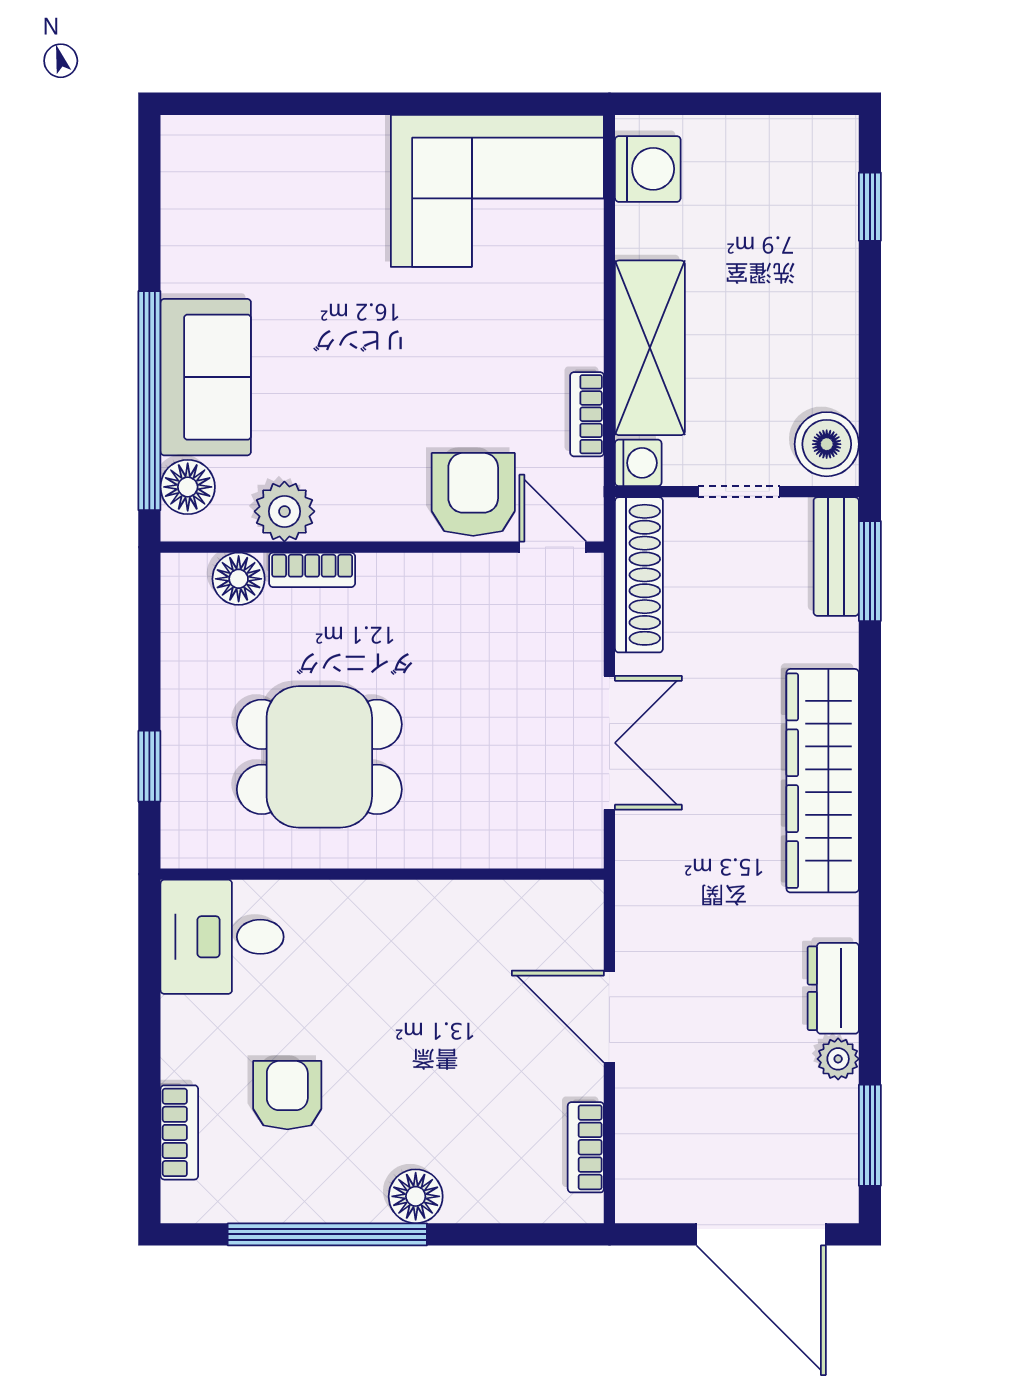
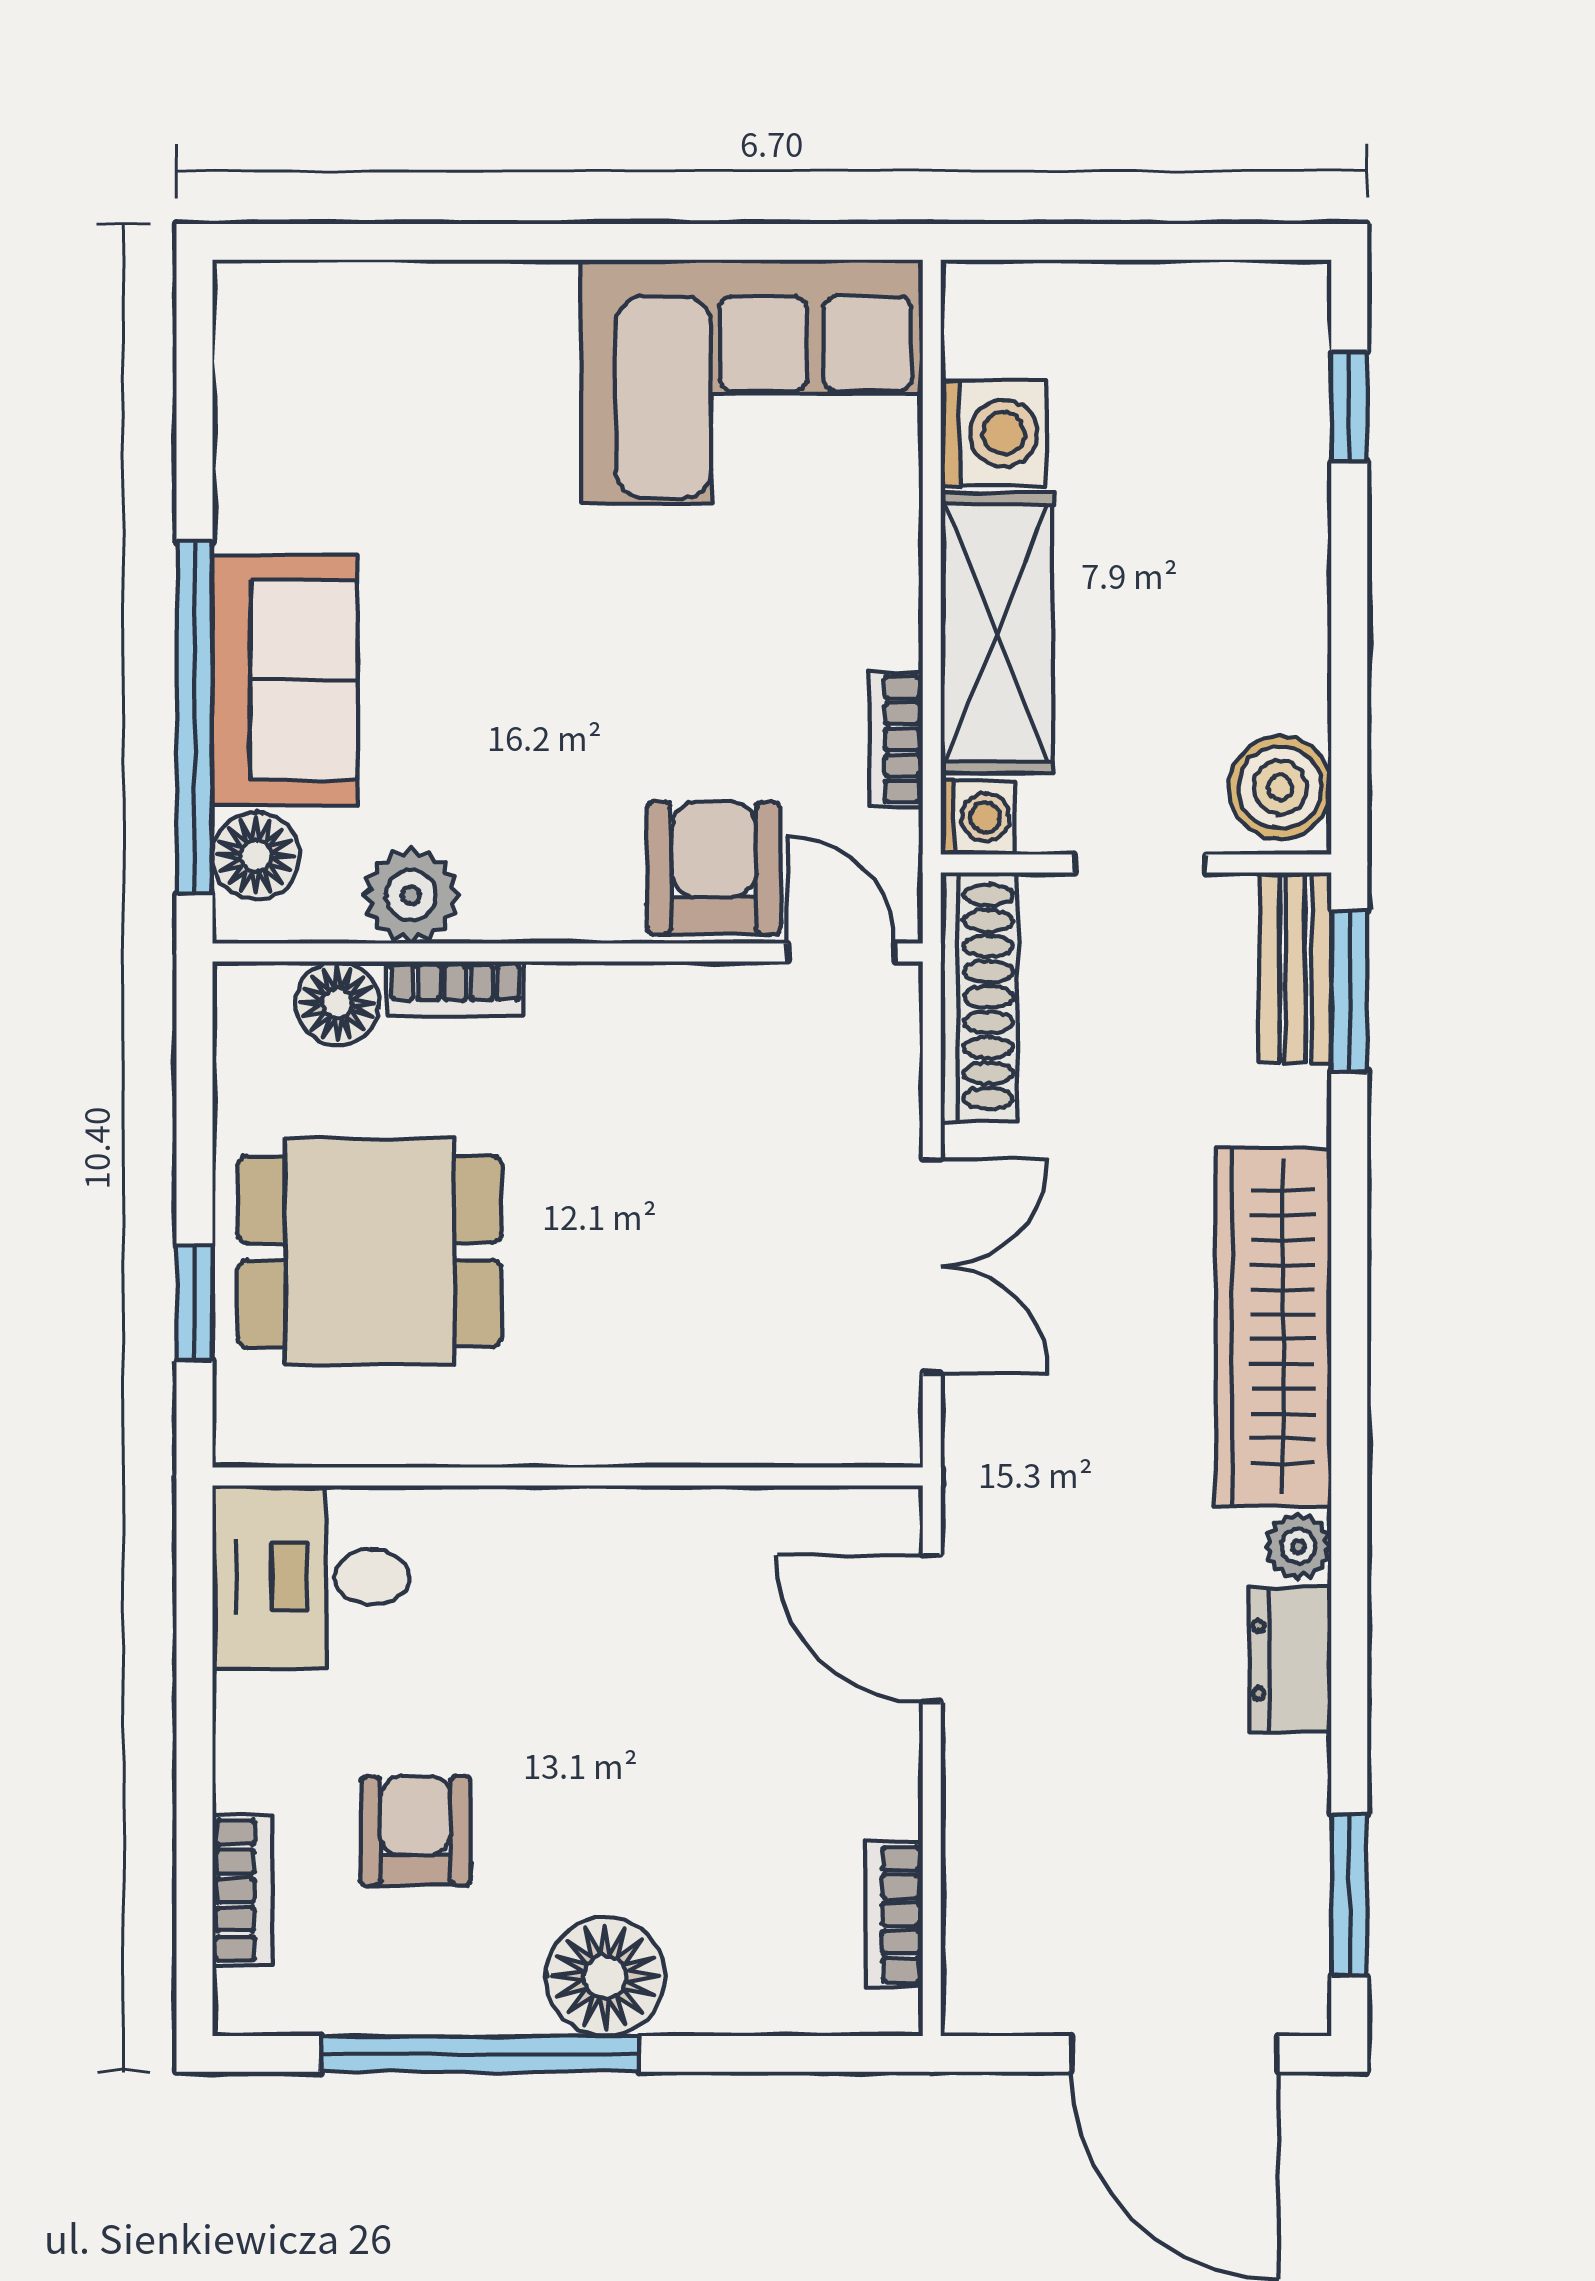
washing machine: (648, 169) -> (993, 433), moved
dining table: (319, 757) -> (370, 1252), moved
door: (609, 1017) -> (932, 1628), moved
plant: (838, 1059) -> (1298, 1546), moved
floor lamp: (416, 1196) -> (605, 1977), width x1.38, depth x1.38

